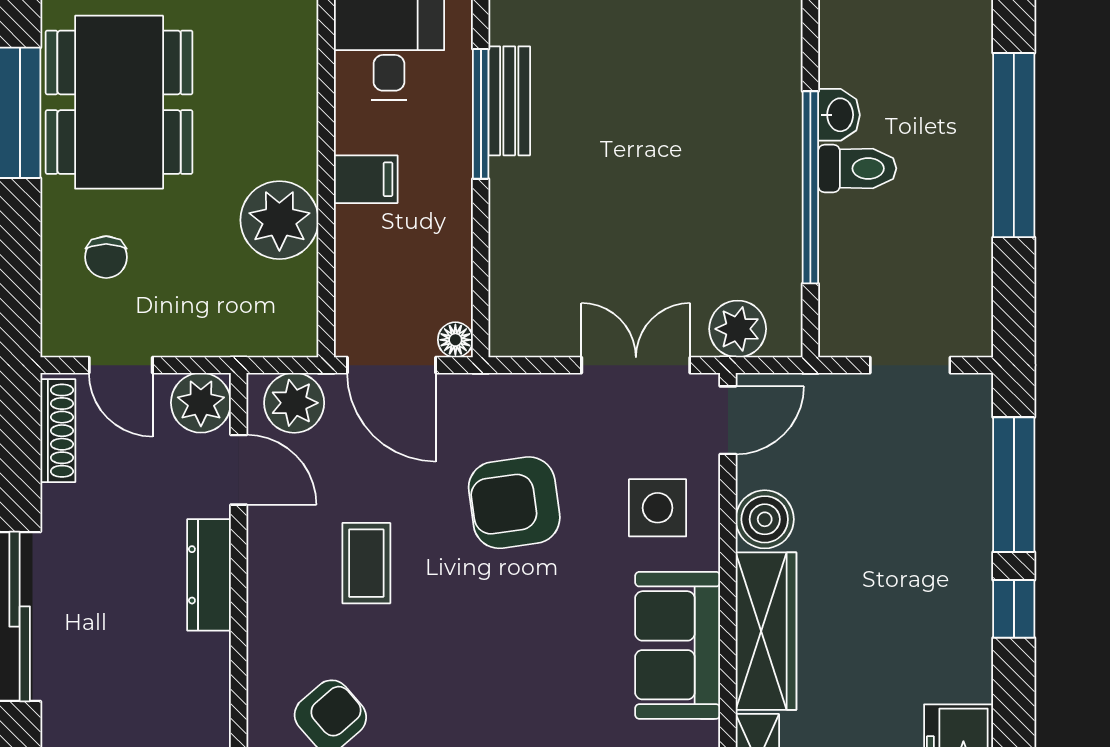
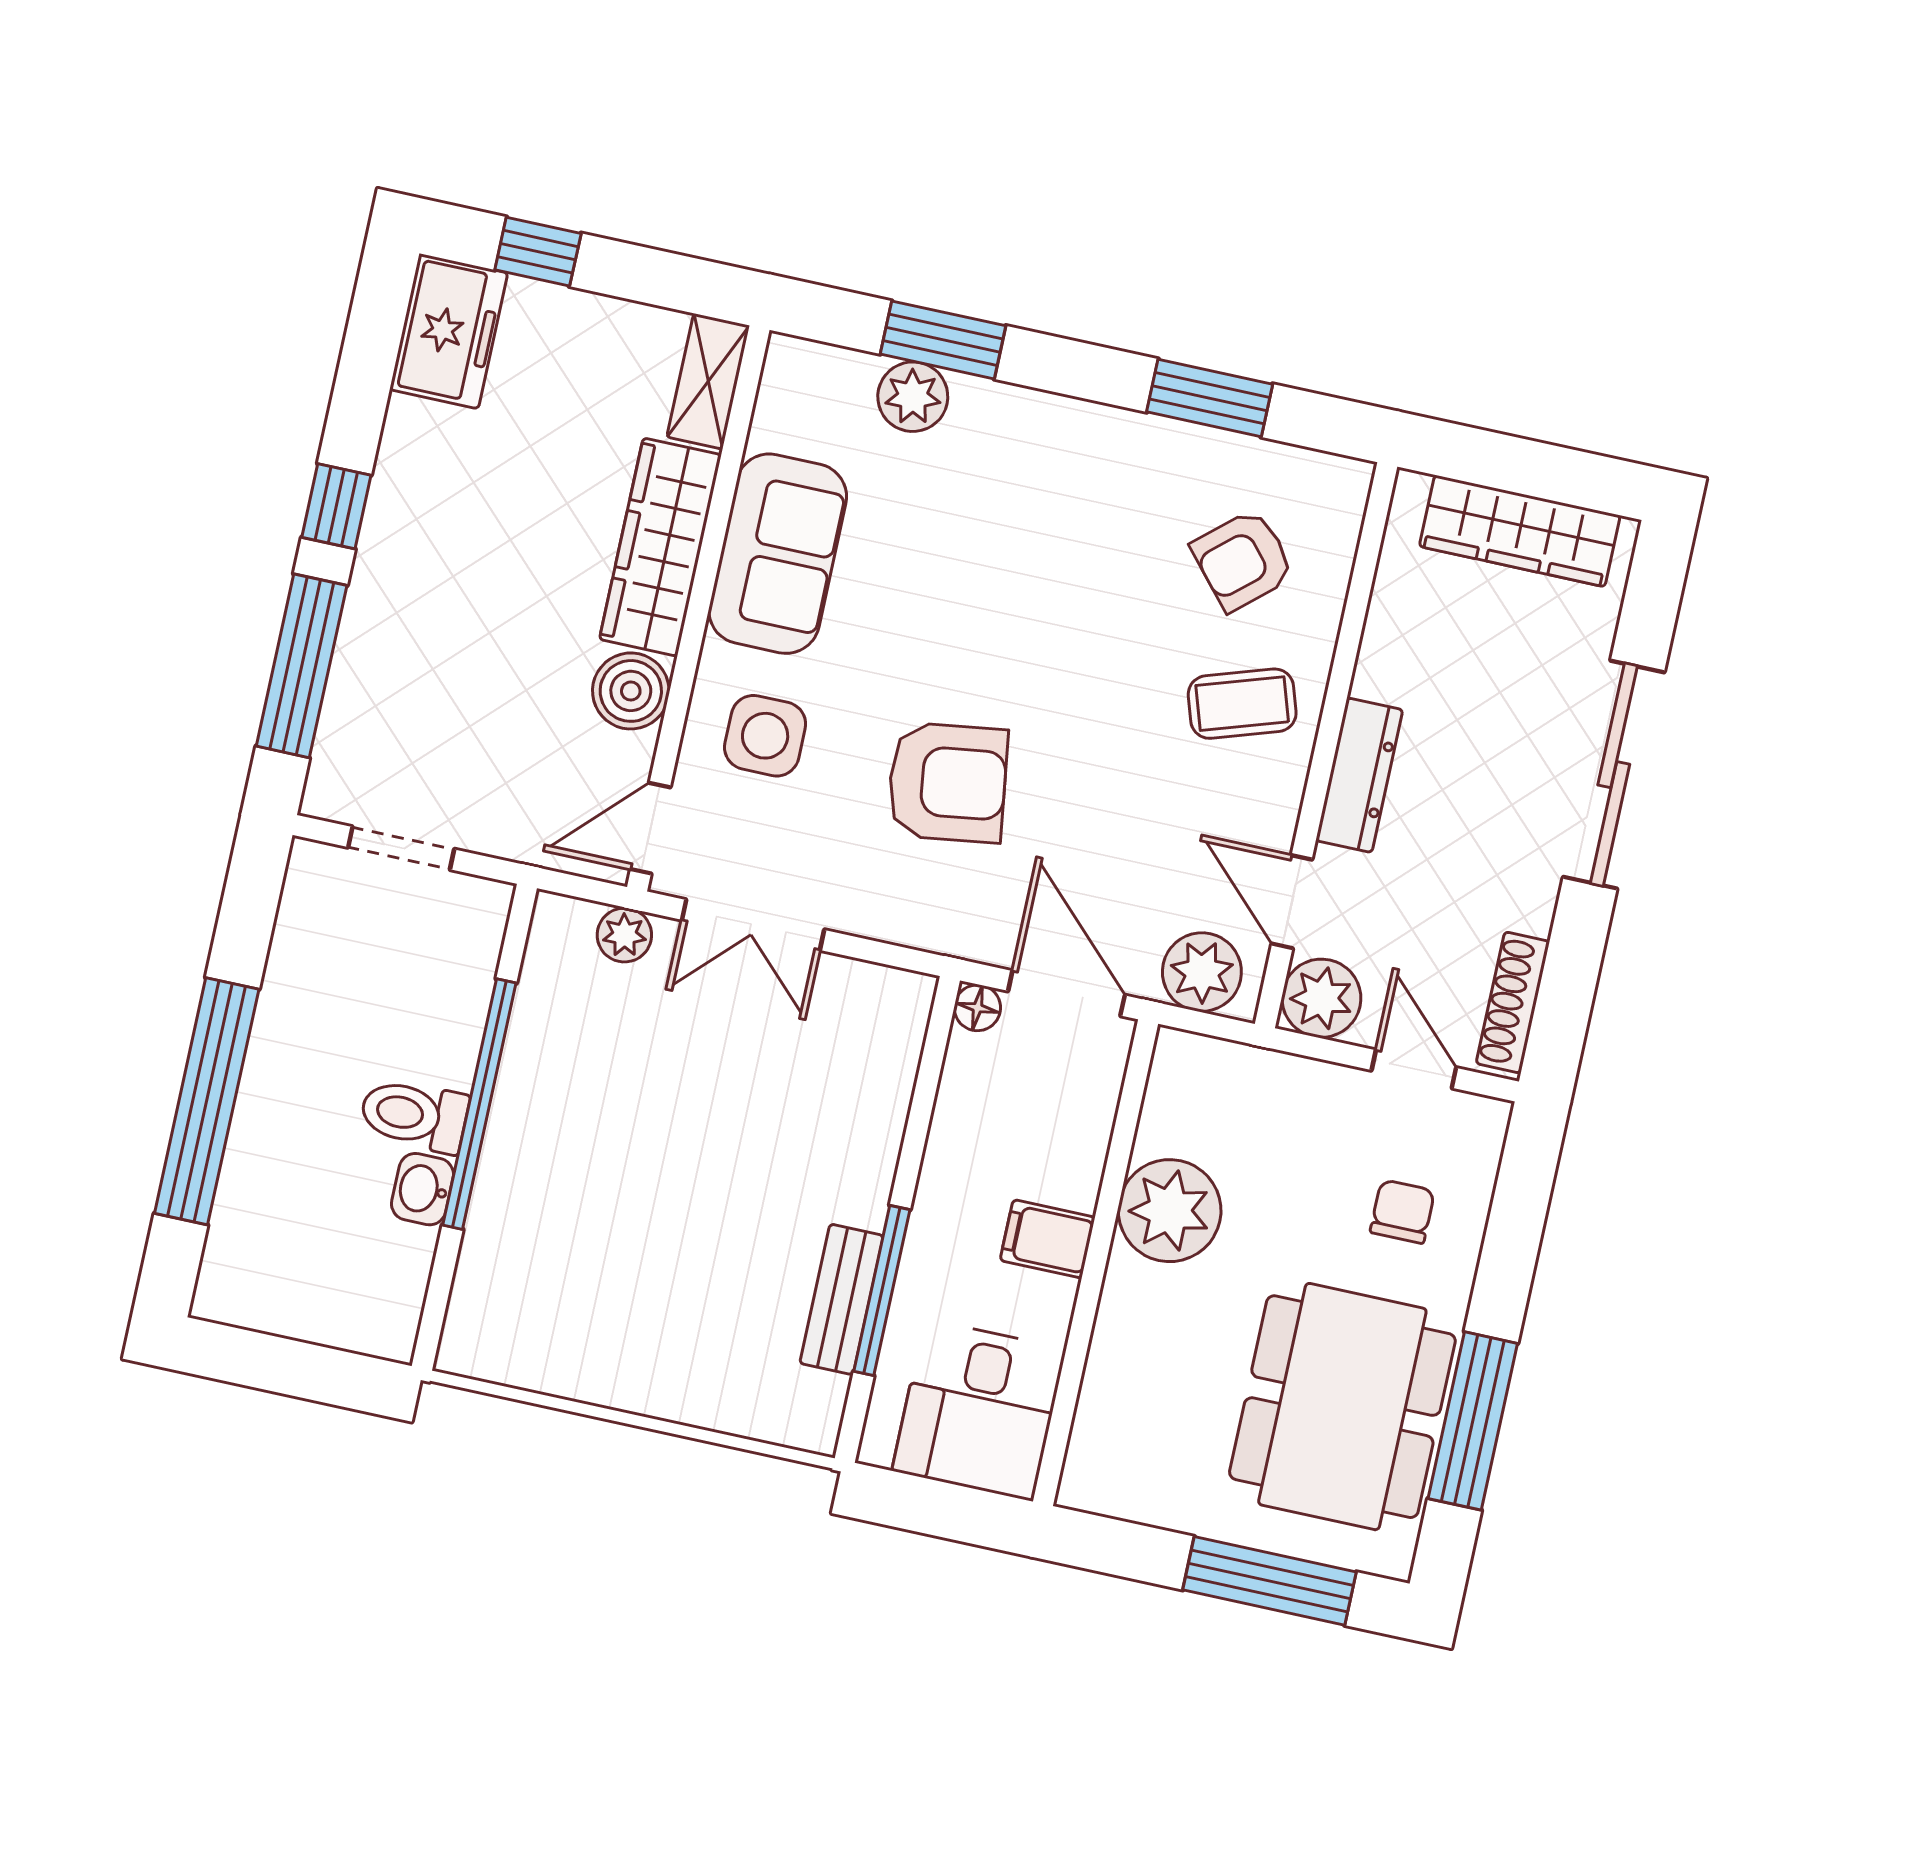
plant: (738, 329) -> (624, 935), width x0.73, depth x0.73
coffee table: (366, 563) -> (1242, 704), moved, turned 72

